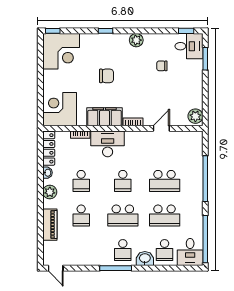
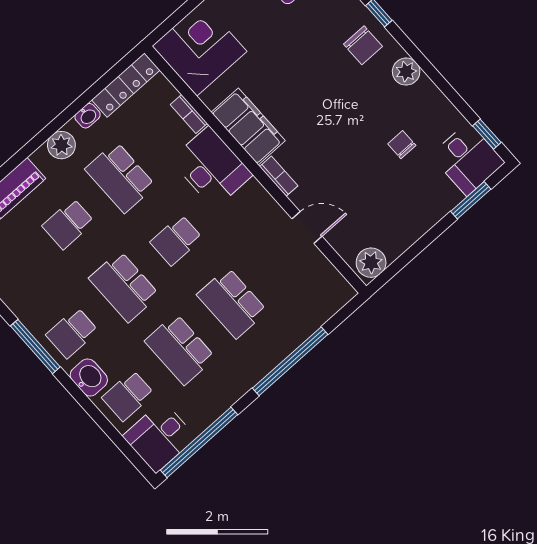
chair: (106, 76) -> (363, 45), moved
school desk: (81, 181) -> (120, 177), width x1.85

